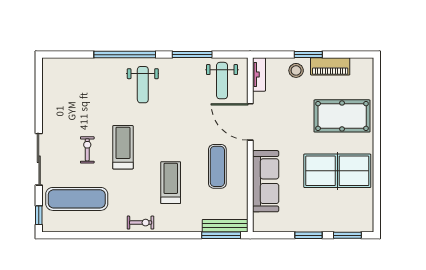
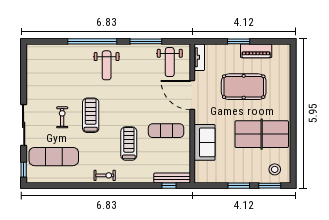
stool: (296, 70) -> (275, 169), moved
pool table: (342, 116) -> (244, 87), moved
exercise mat: (217, 166) -> (166, 131), turned 90
sofa: (266, 181) -> (205, 142), width x0.73
window: (221, 235) -> (169, 186), width x0.46

